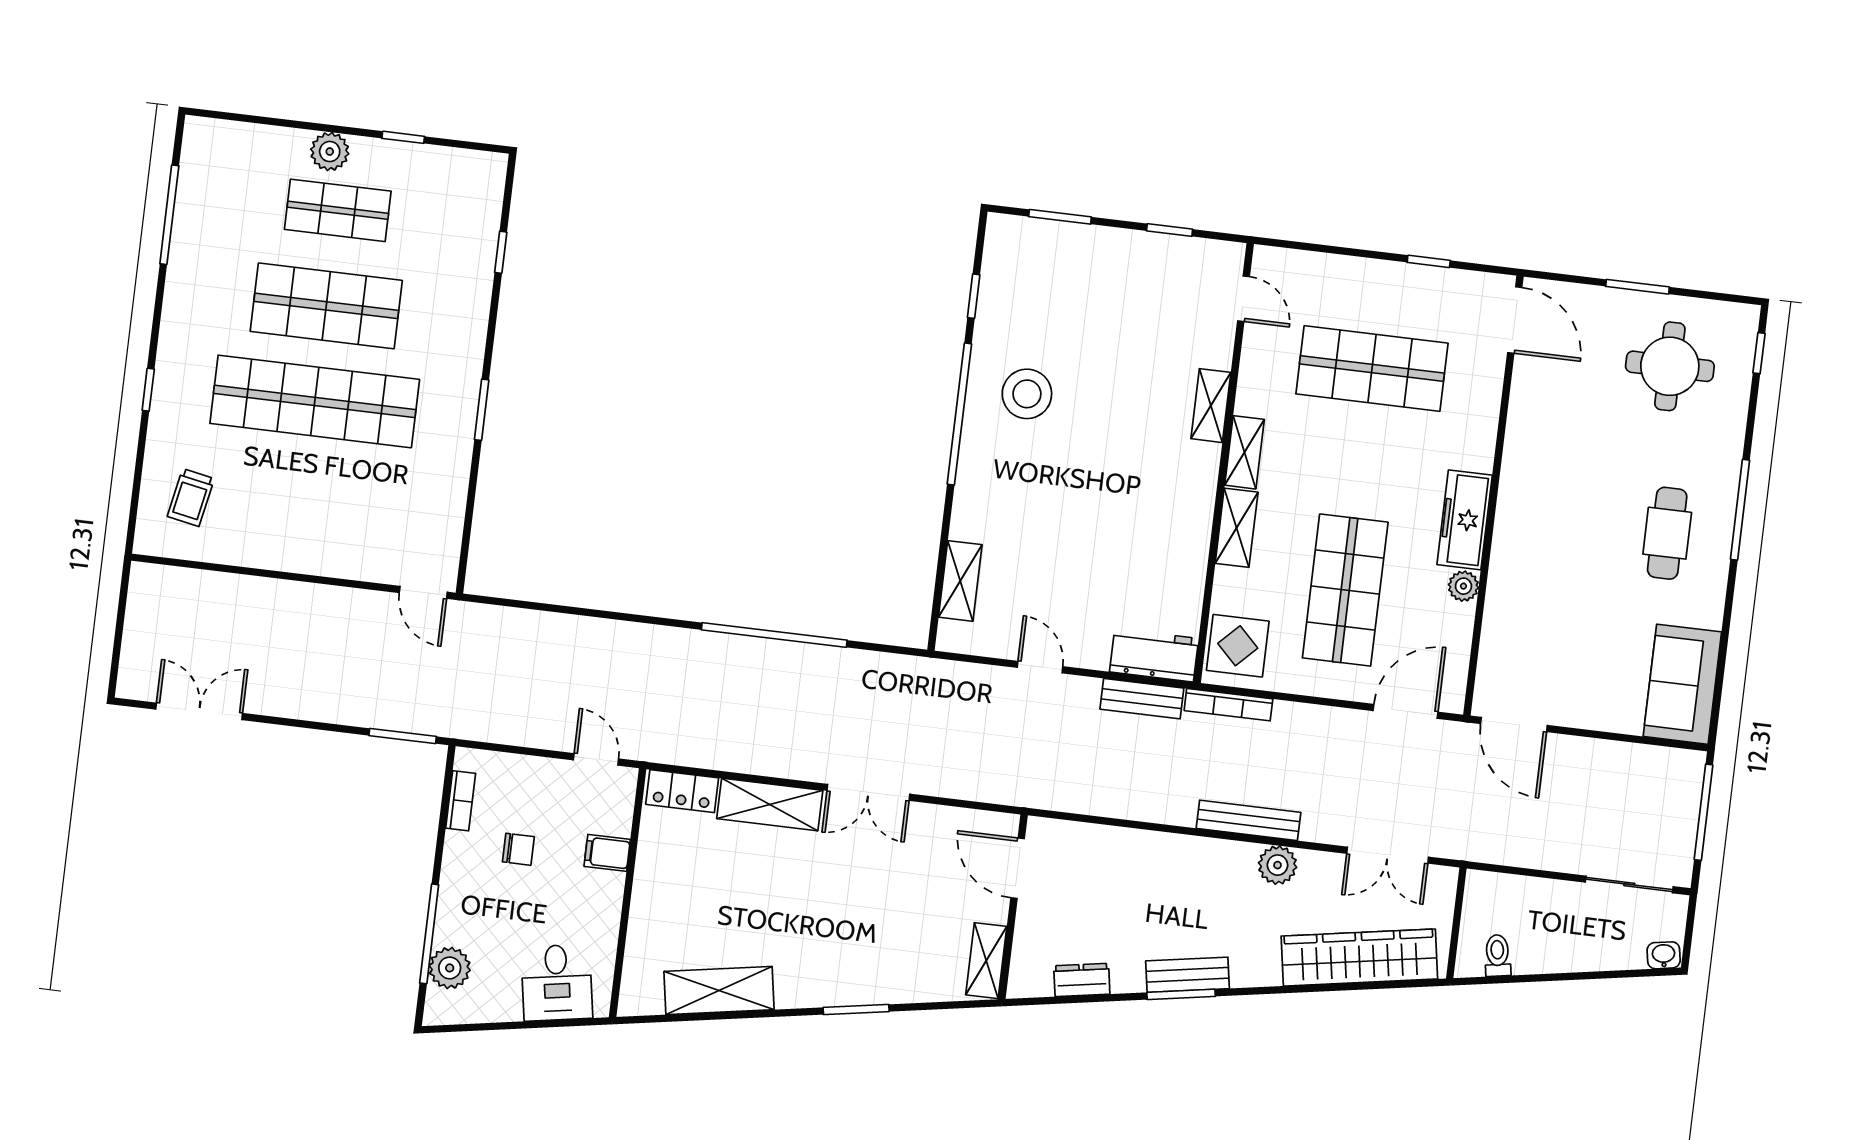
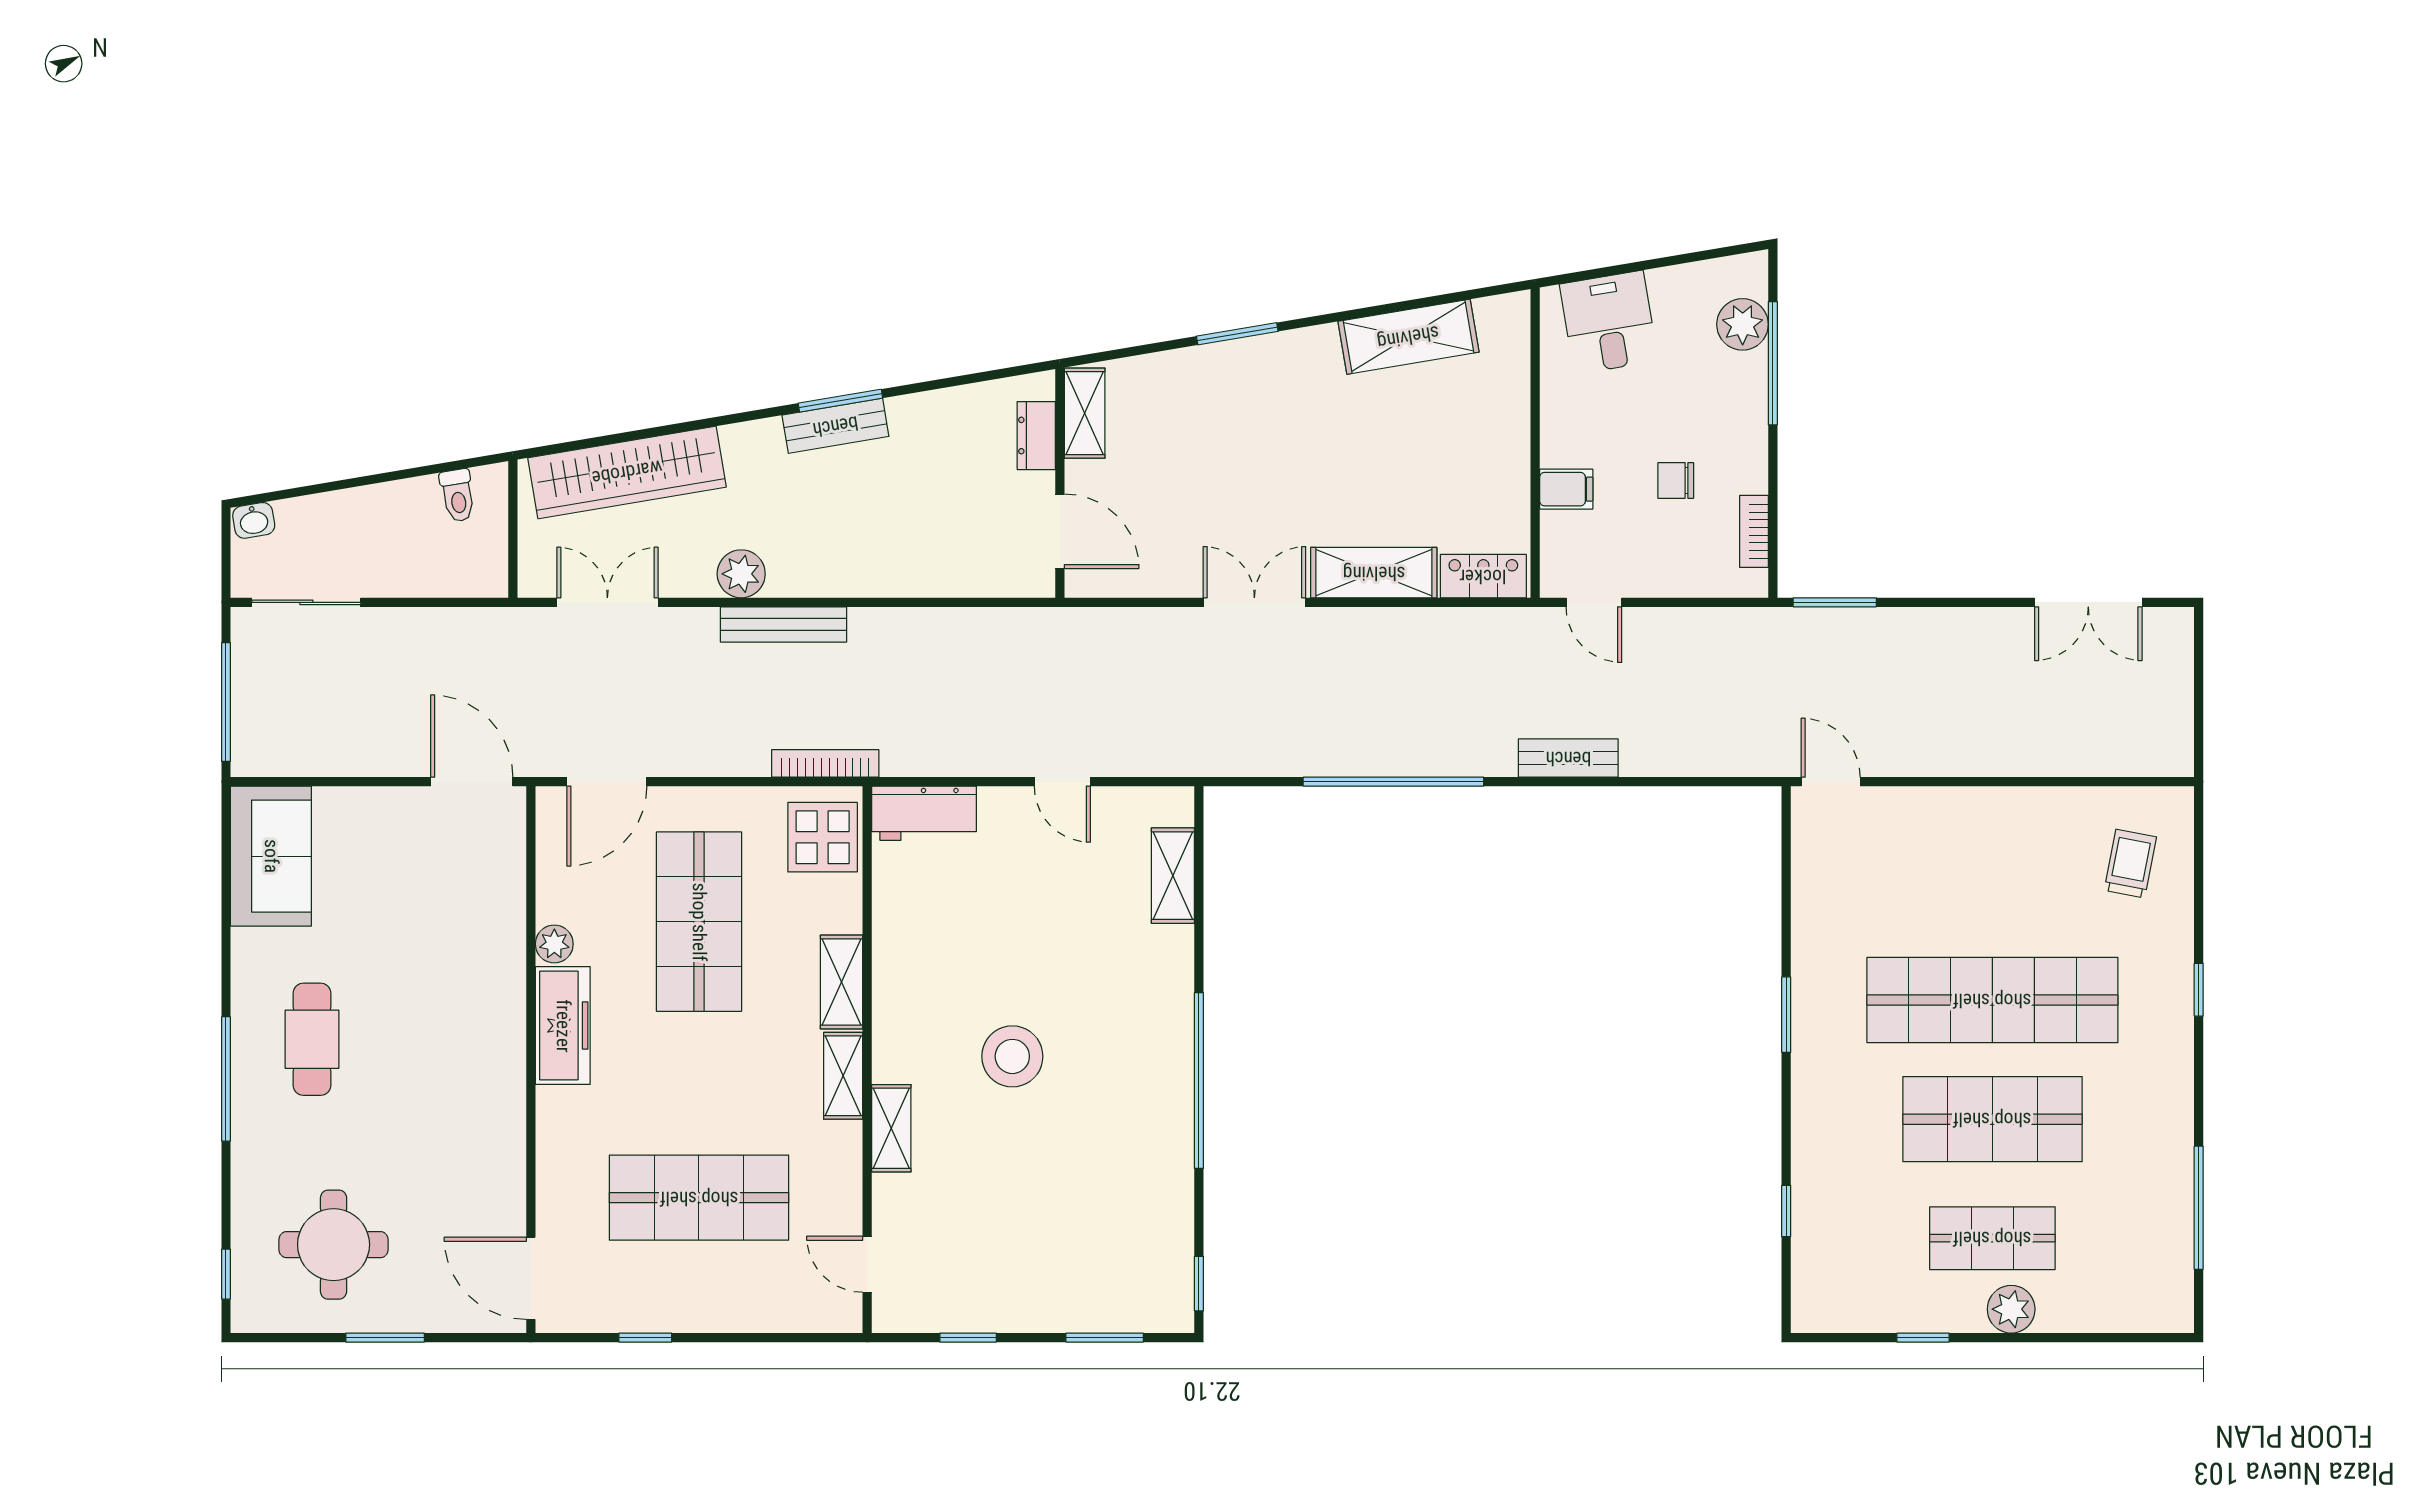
window: (974, 296) -> (1199, 1284), moved
stool: (1027, 394) -> (1012, 1056), moved
bench: (1142, 699) -> (1568, 758), moved
dresser: (1082, 980) -> (1036, 436), moved, turned 100

